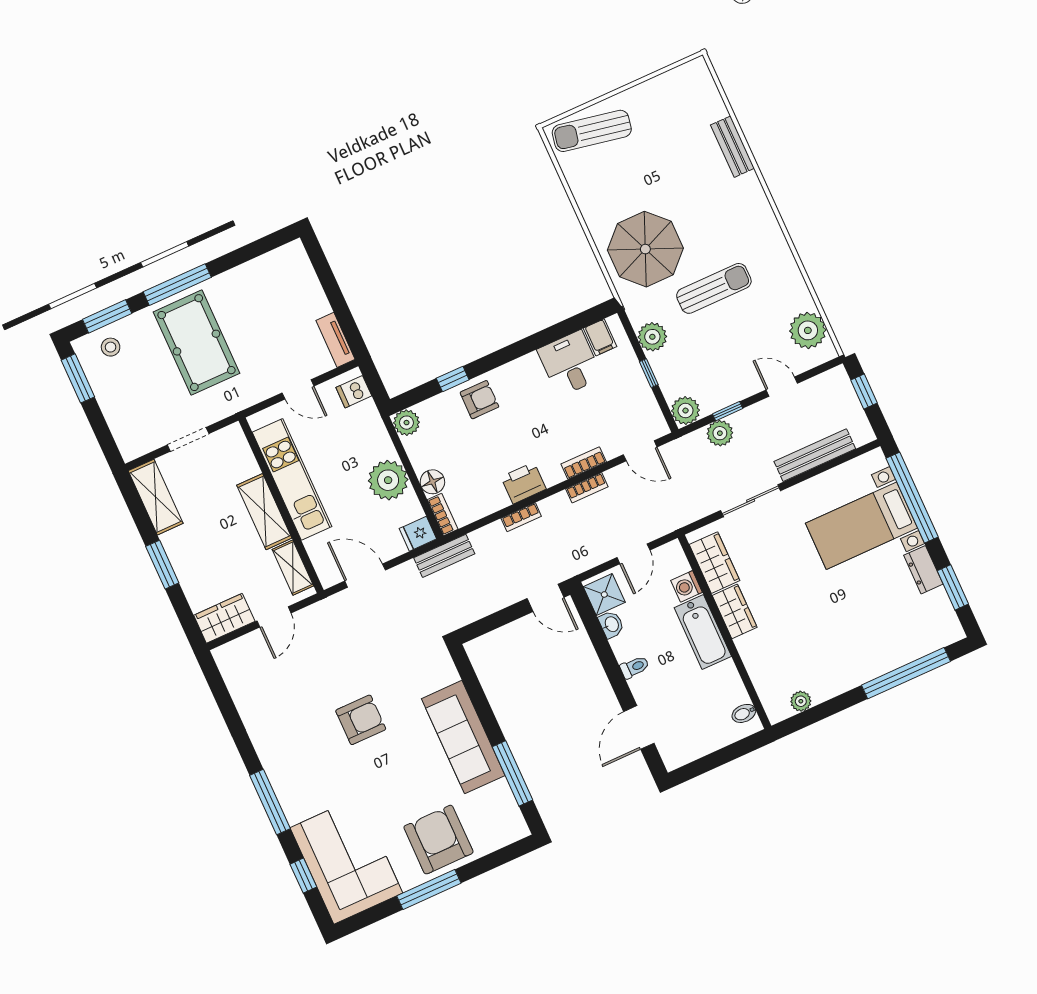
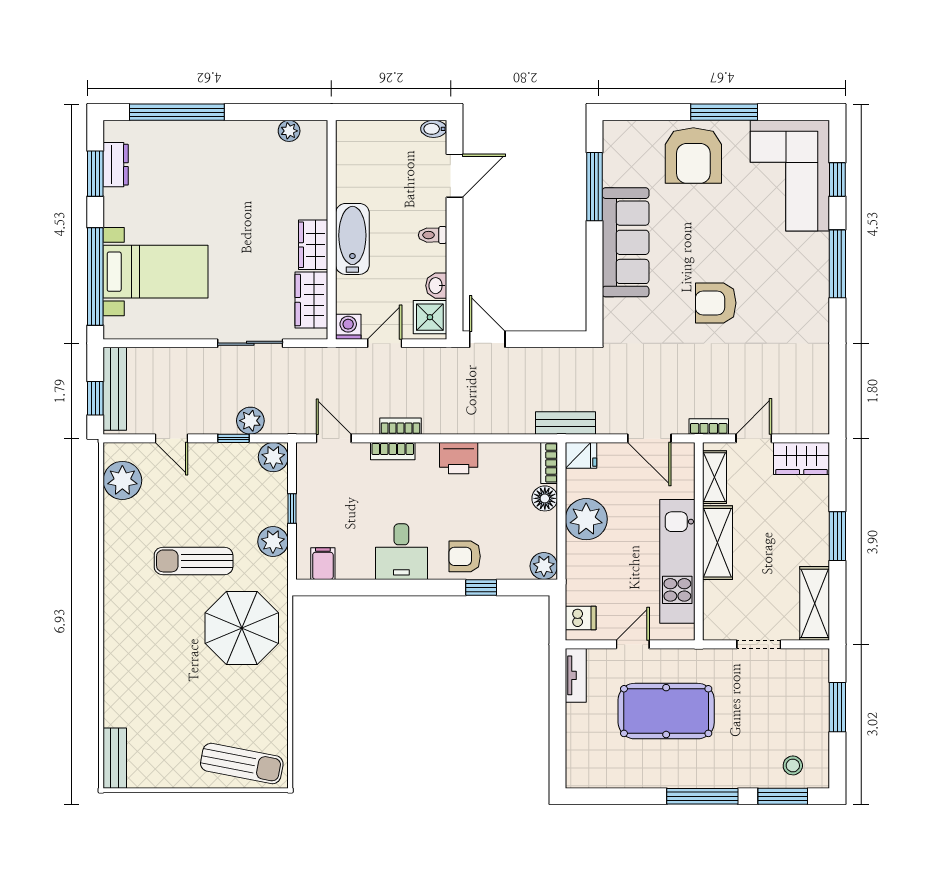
bench: (732, 147) -> (115, 758), moved
pool table: (196, 343) -> (666, 711), moved, turned 90
desk: (570, 364) -> (401, 552), moved
window: (78, 378) -> (837, 707), moved
door: (298, 389) -> (633, 644), hinge flipped
bench: (815, 455) -> (115, 389), moved, turned 90
bookcase: (521, 517) -> (709, 426), moved
dresser: (923, 570) -> (116, 165), moved
washing machine: (687, 586) -> (348, 327), moved, turned -90
bidet: (744, 713) -> (434, 129), moved, turned 180

